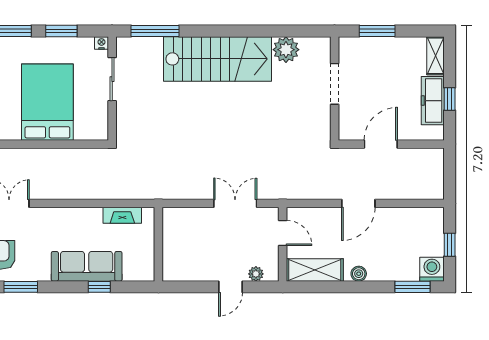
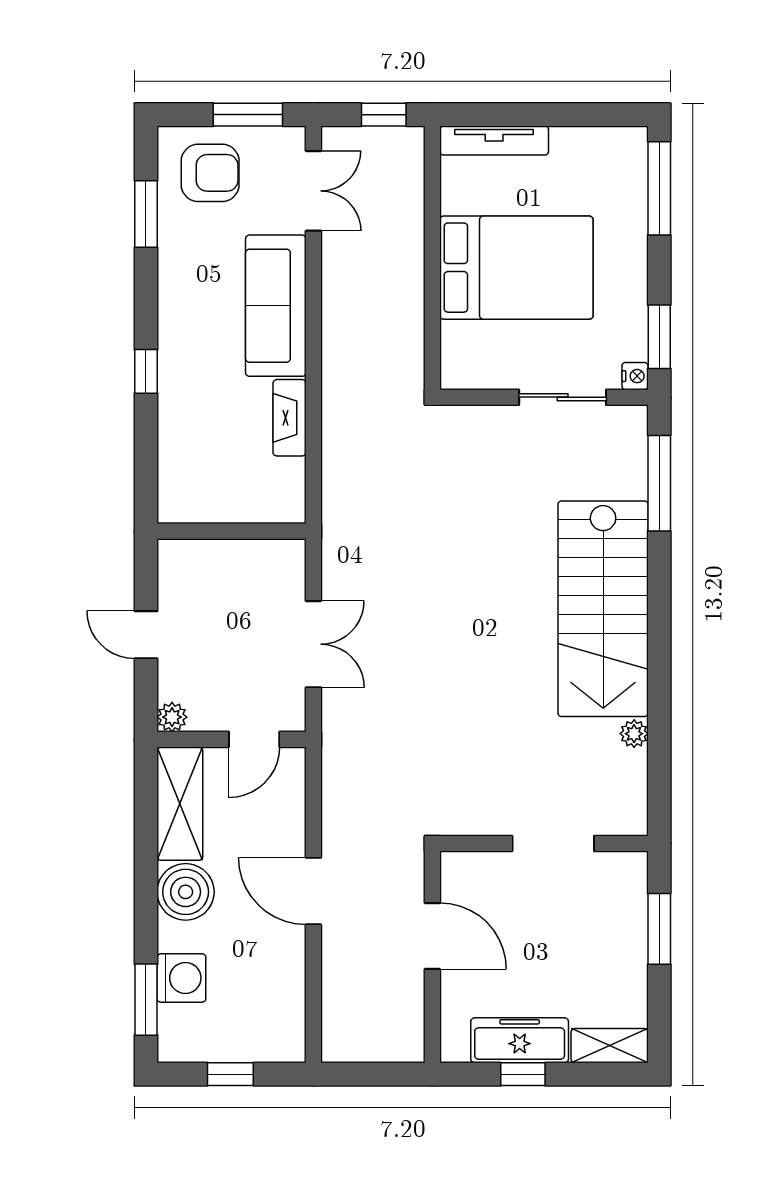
window: (61, 31) -> (659, 337), moved
plant: (286, 50) -> (634, 734), width x0.53, depth x0.53
wall: (158, 244) -> (232, 531), moved
sofa: (87, 266) -> (276, 306), moved, turned 180
washing machine: (432, 269) -> (181, 978), moved
plant: (256, 274) -> (172, 717), moved
boiler: (359, 274) -> (186, 892), width x1.86, depth x1.86

